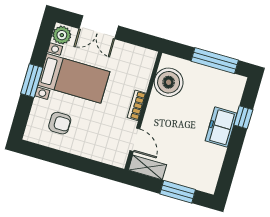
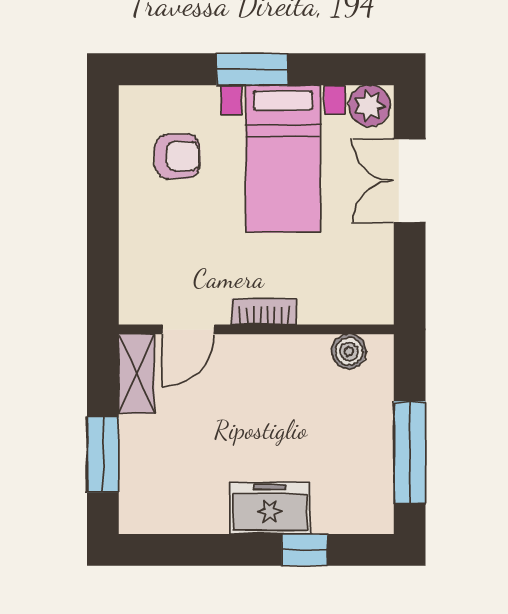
boiler: (169, 82) -> (349, 351), width x0.54, depth x0.54
armchair: (60, 123) -> (178, 156), turned -90

